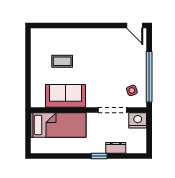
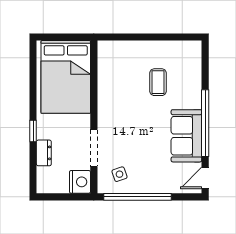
window: (93, 26) -> (205, 123), added
sofa: (66, 96) -> (186, 136), moved, turned 180
bed: (58, 125) -> (66, 77), width x1.50

